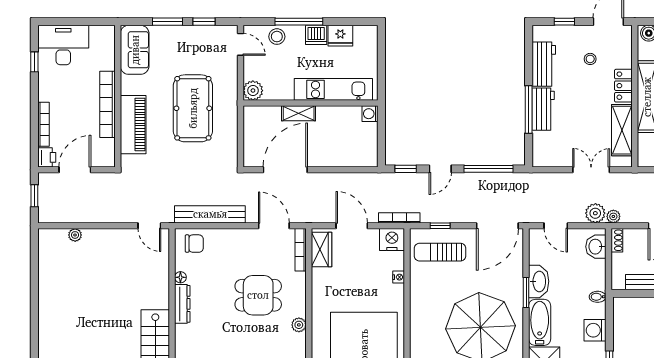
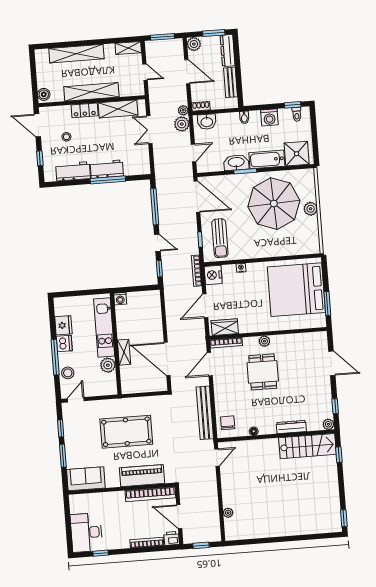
plant: (253, 91) -> (108, 365), moved
bookcase: (108, 104) -> (150, 494), moved
dresser: (182, 304) -> (291, 427), moved
plant: (299, 325) -> (264, 341), moved

